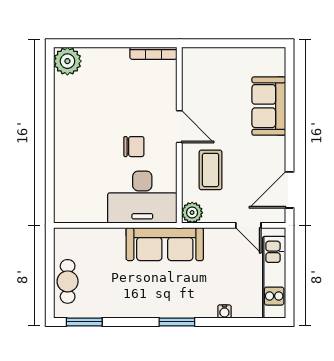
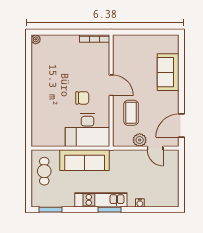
plant: (67, 61) -> (36, 39), width x0.53, depth x0.53
plant: (192, 213) -> (140, 140), moved
sofa: (165, 244) -> (85, 160), moved
kitchen unit: (274, 277) -> (101, 200), moved, turned 90
cafe table: (68, 281) -> (44, 171), moved

